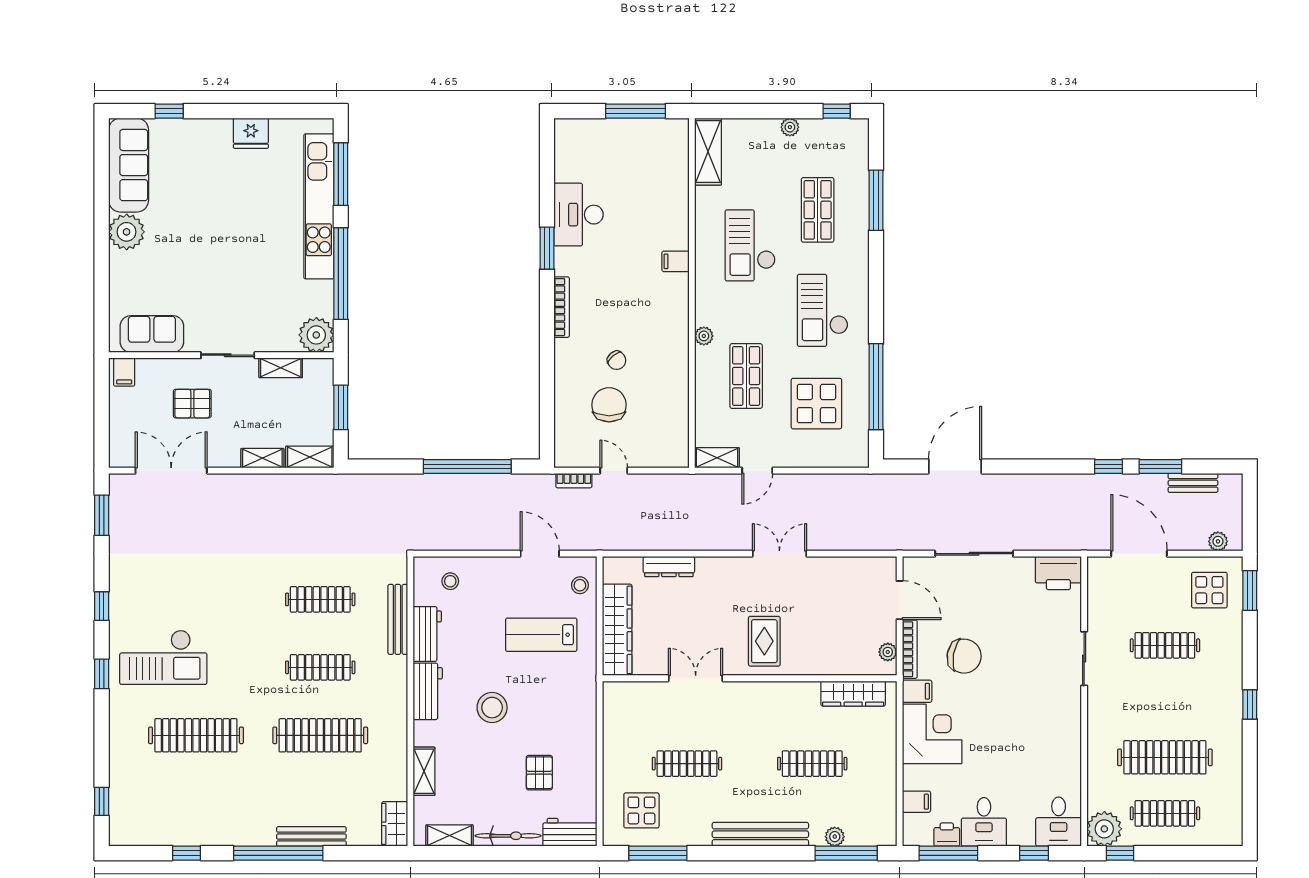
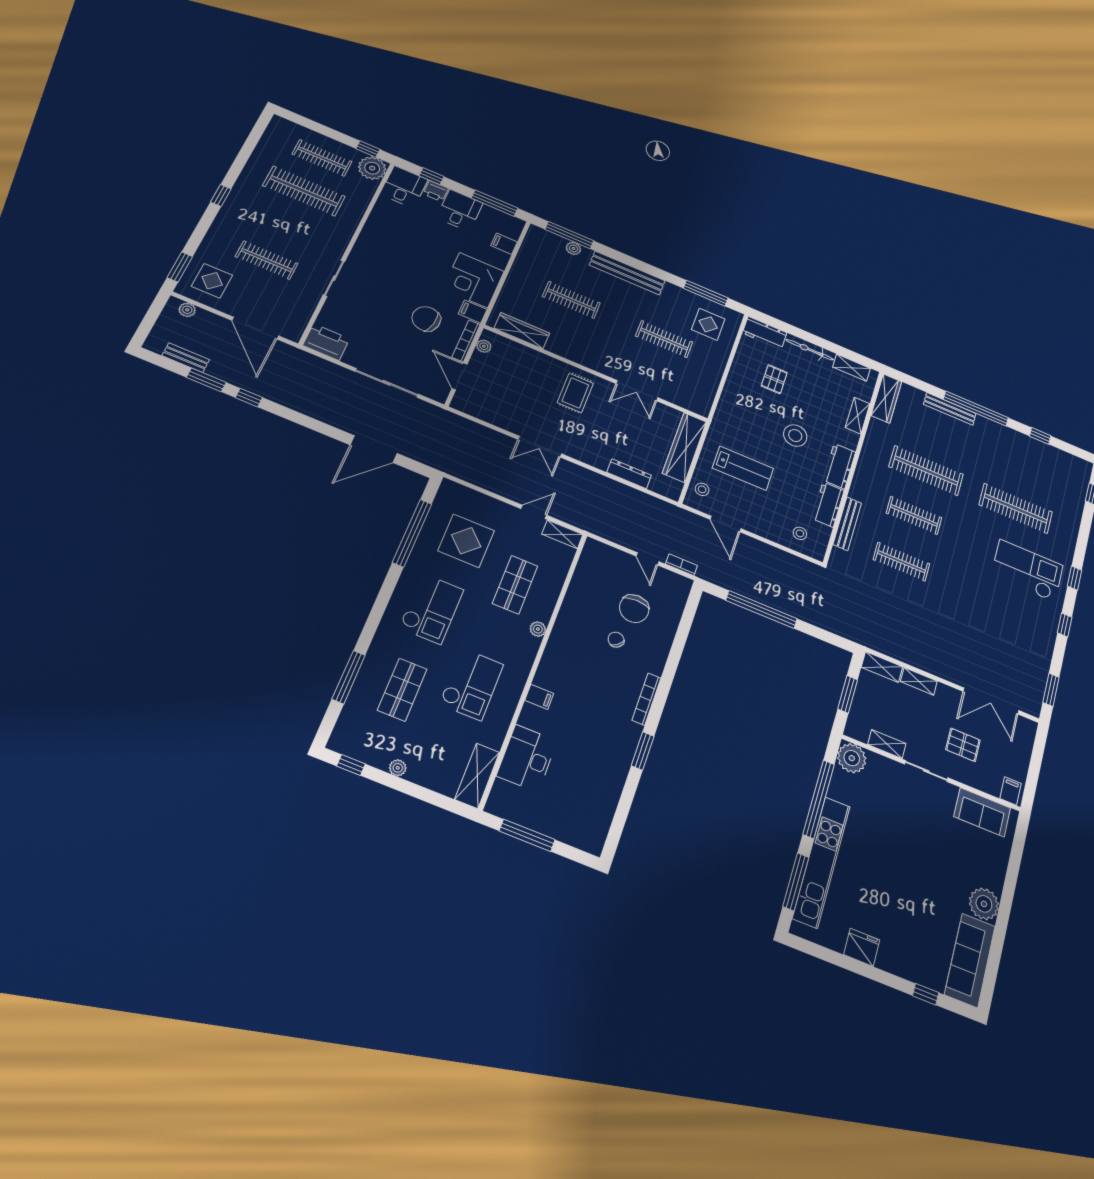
desk: (579, 215) -> (527, 758), moved, turned 180
wardrobe: (395, 824) -> (886, 398), width x1.50
printer: (947, 835) -> (436, 191), moved

